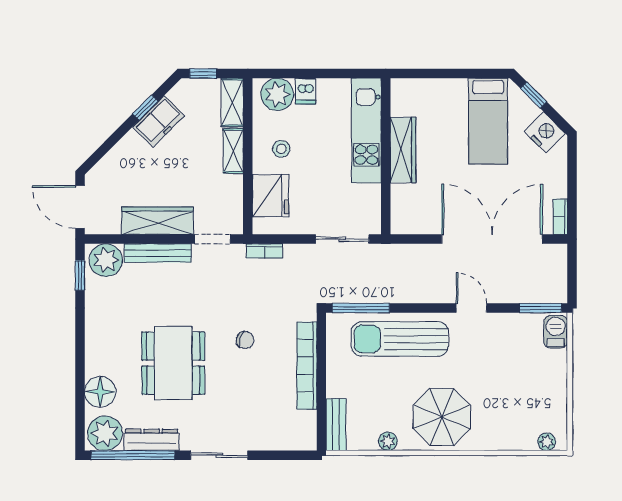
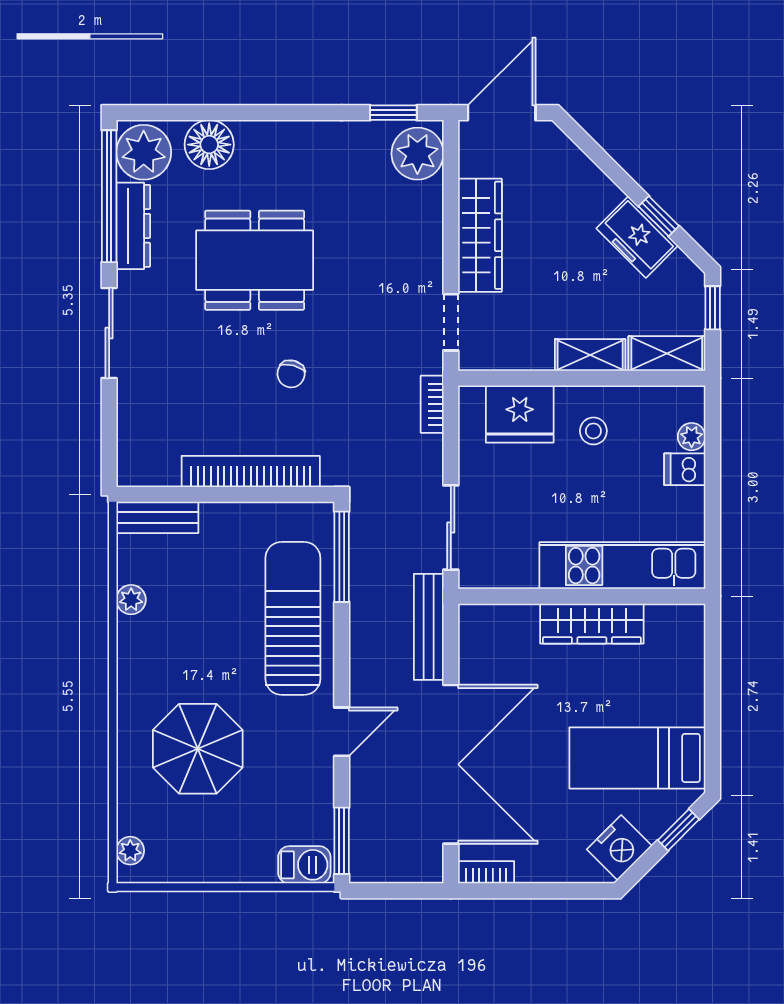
plant: (277, 94) -> (692, 437), width x0.53, depth x0.53
bench: (158, 253) -> (429, 627), moved
parasol: (442, 417) -> (198, 749), moved

